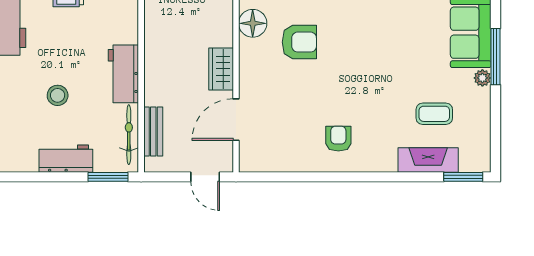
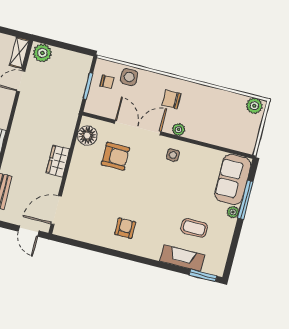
side table: (379, 20) -> (173, 155), added
door: (236, 120) -> (56, 210), moved

